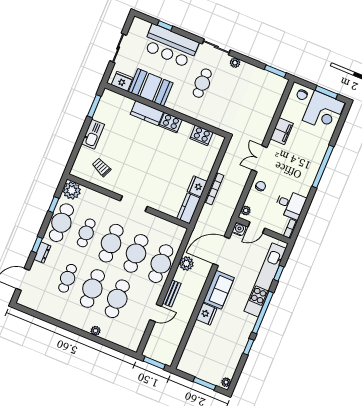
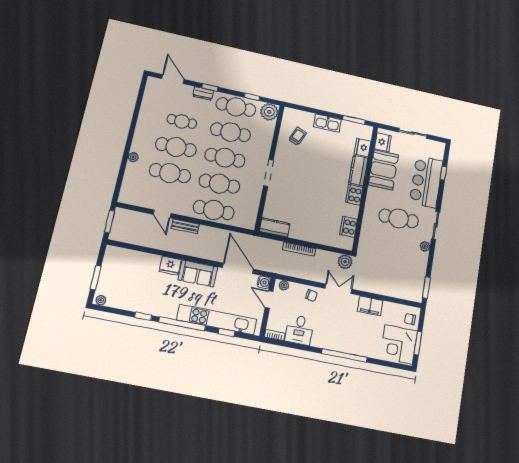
cafe table: (202, 83) -> (399, 218), width x1.37, depth x1.35
fridge: (197, 186) -> (363, 148), moved, turned -90
cafe table: (86, 233) -> (230, 132), width x1.37, depth x1.35
plant: (186, 263) -> (345, 262), moved

